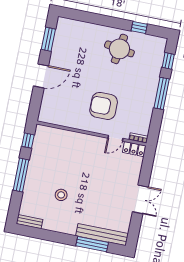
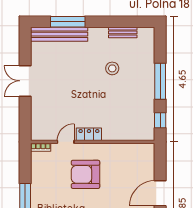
armchair: (104, 106) -> (86, 174), turned 180
locker: (134, 149) -> (89, 134), moved
bench: (30, 222) -> (123, 32), moved

